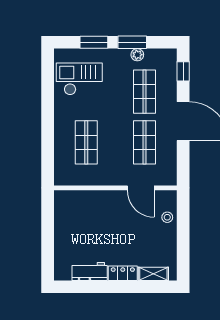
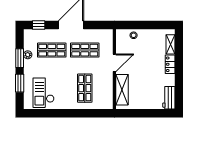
shop shelf: (86, 142) -> (85, 88), turned 90
door: (141, 188) -> (114, 63), moved
shelving: (84, 200) -> (122, 90), added
workbench: (90, 271) -> (169, 98), moved

